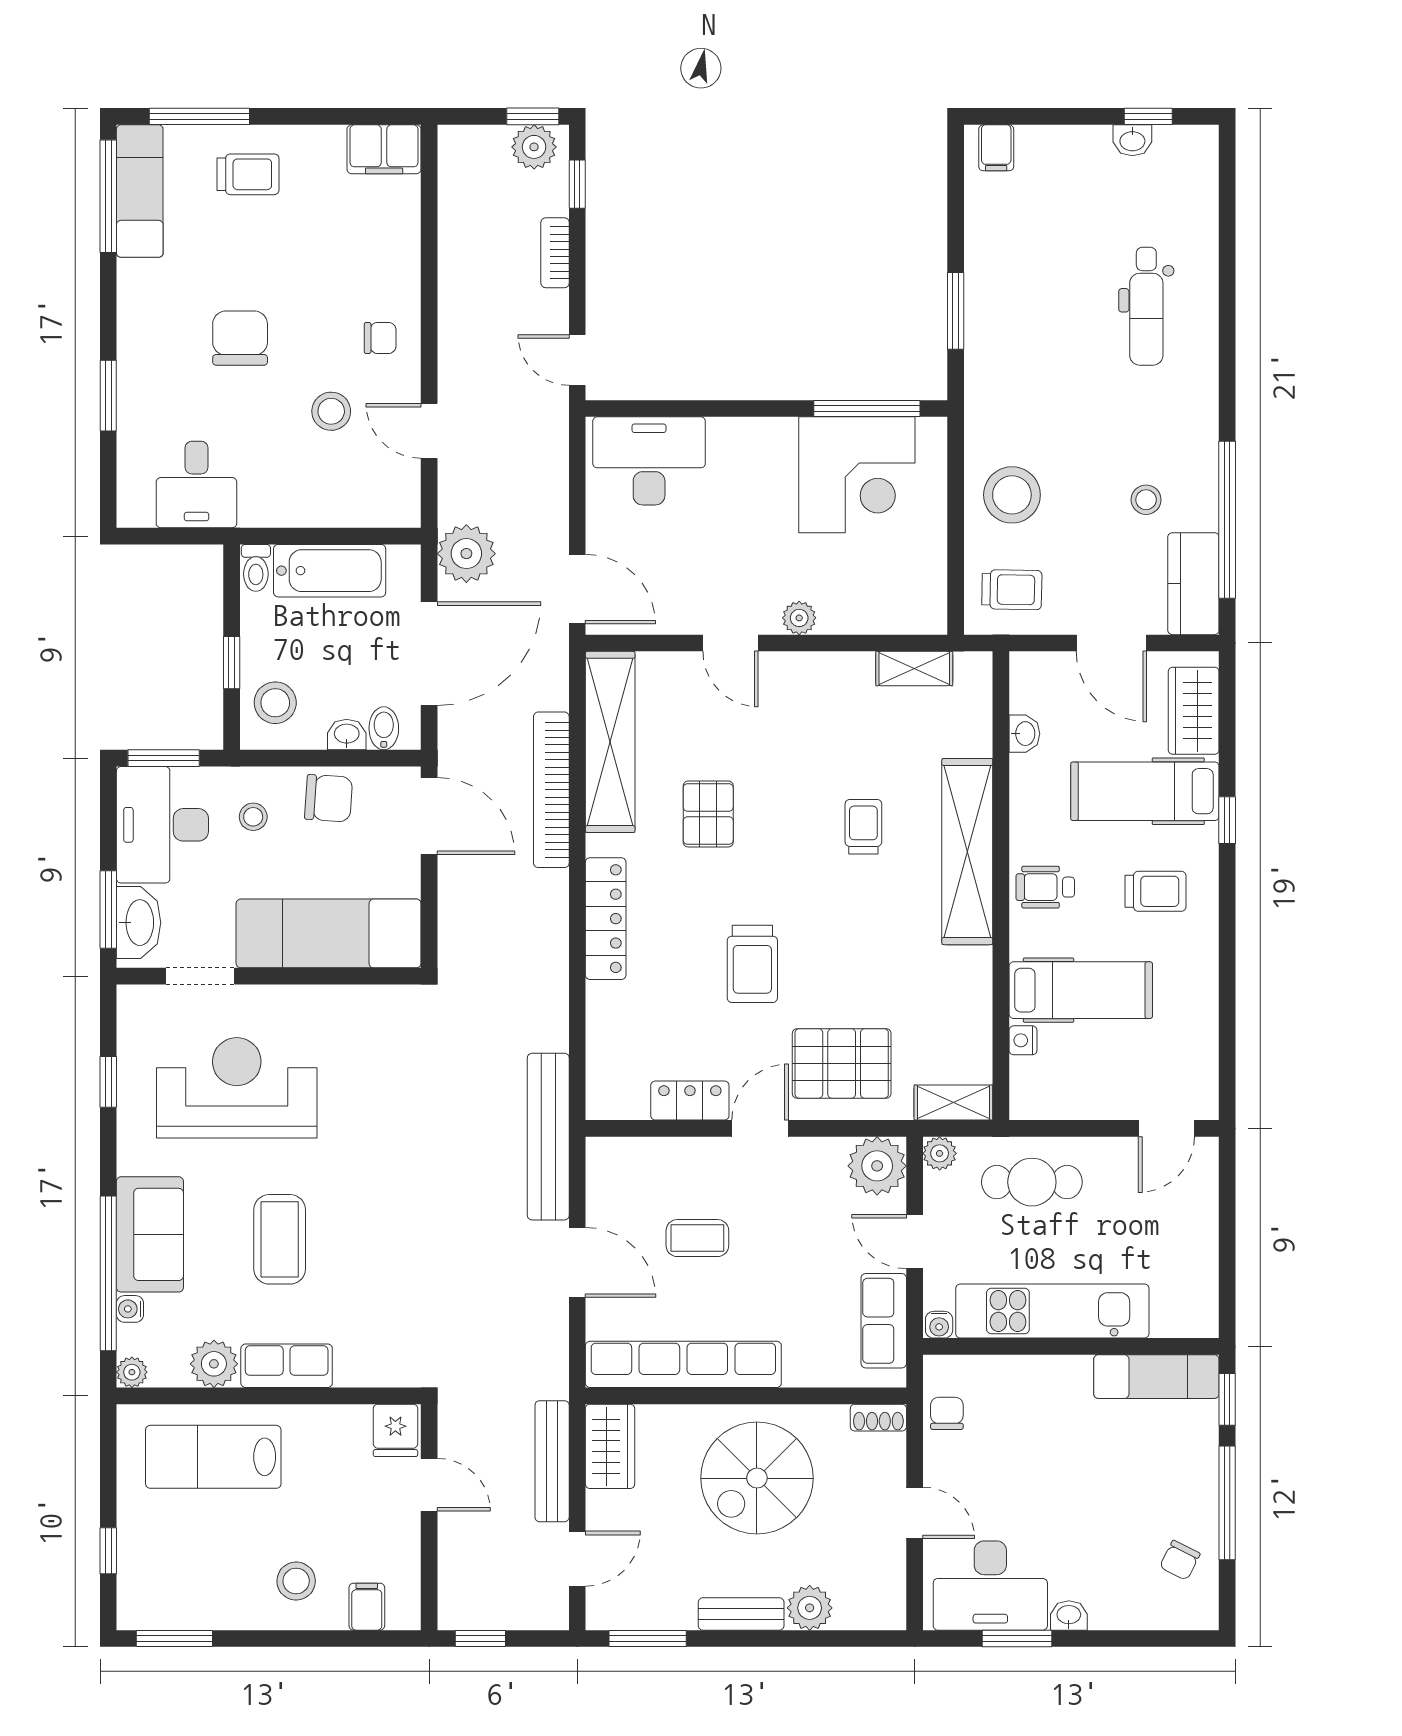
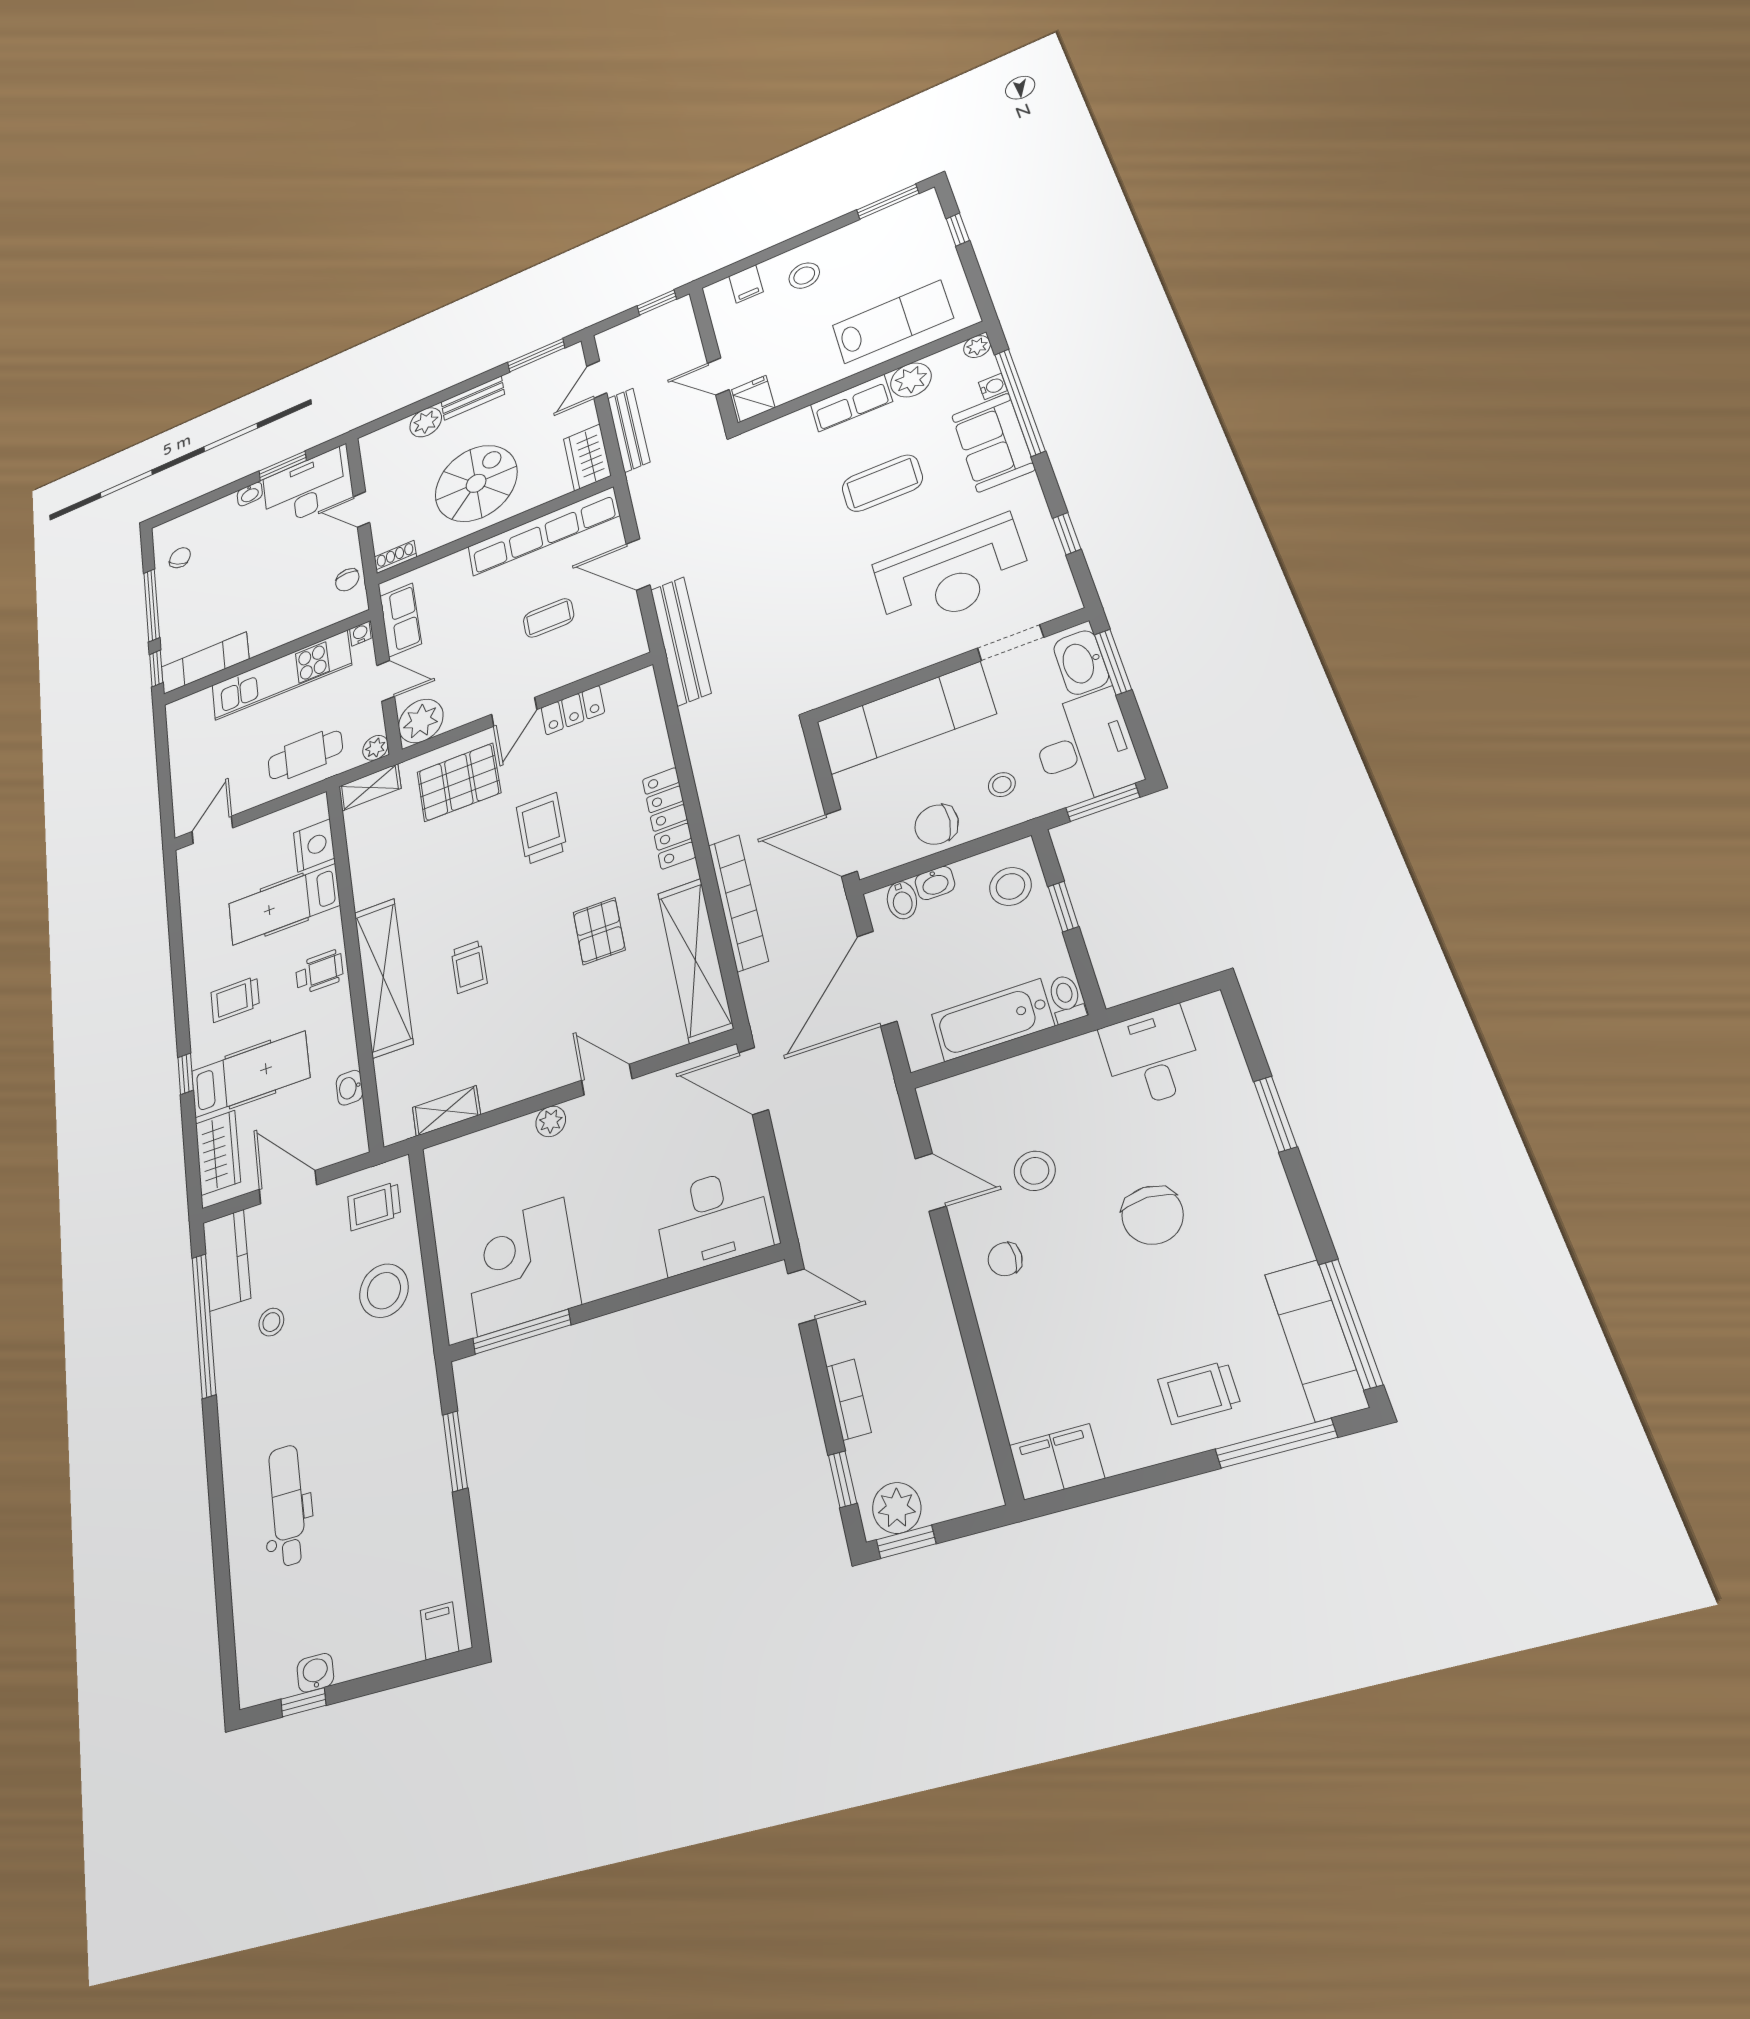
plant: (466, 554) -> (865, 1079), removed
nightstand: (1023, 1040) -> (314, 845), width x1.89, depth x1.79
coffee table: (280, 1239) -> (882, 483), turned 90

